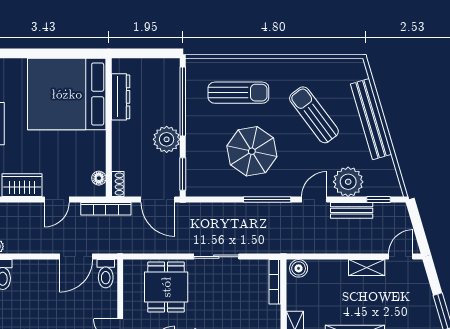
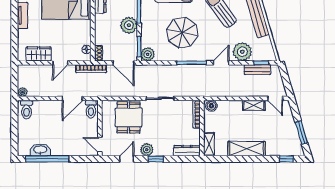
plant: (197, 186) -> (148, 54), added
bench: (352, 210) -> (257, 70), moved
door: (401, 257) -> (275, 98), swing flipped

